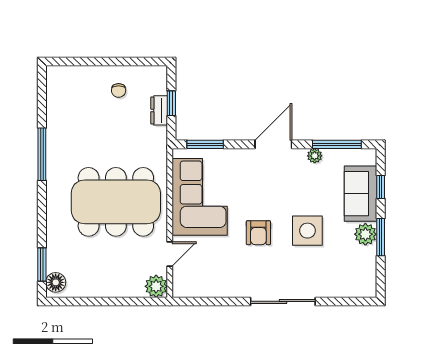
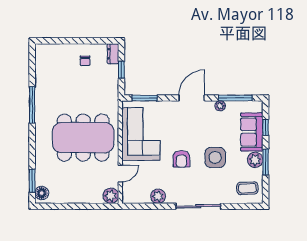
dresser: (159, 110) -> (113, 54), moved
coffee table: (354, 275) -> (247, 188), added
plant: (225, 287) -> (158, 196), added

